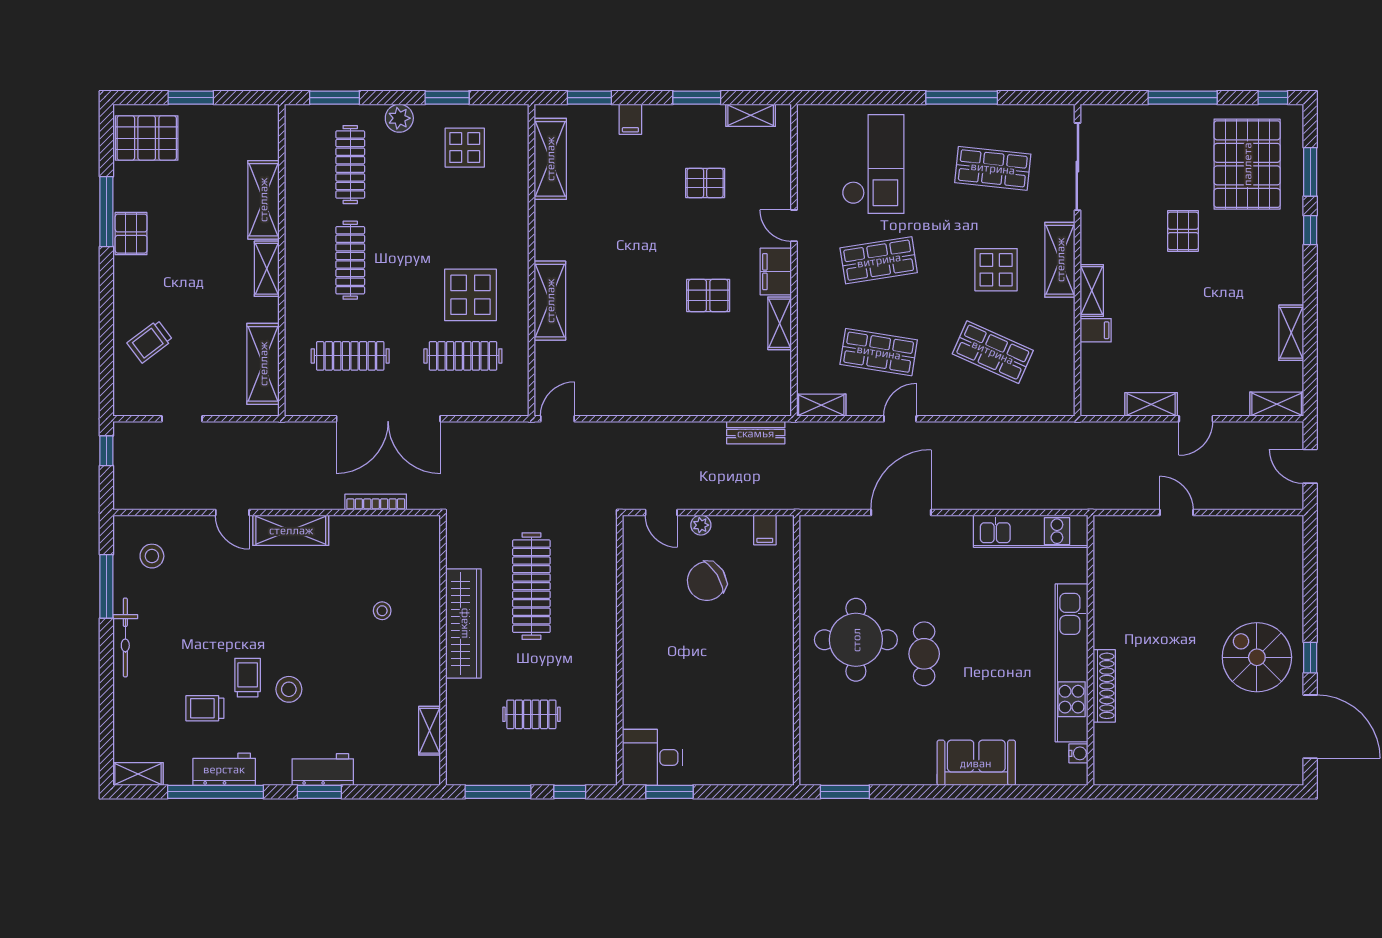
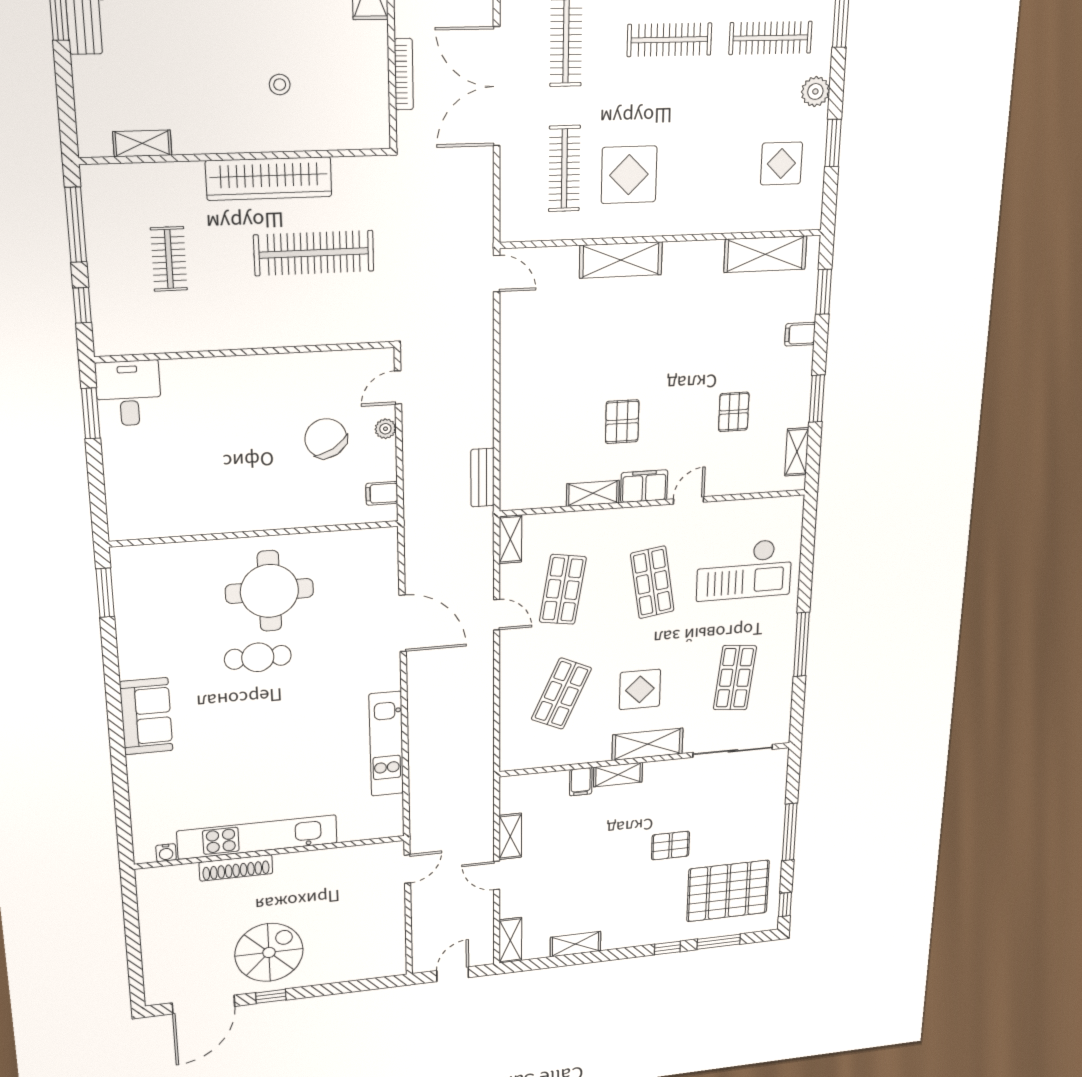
wall: (1090, 650) -> (271, 852), moved
kitchen unit: (1072, 663) -> (258, 837), moved
shoe rack: (1104, 686) -> (236, 868), moved
water cooler: (1078, 753) -> (166, 853), moved

